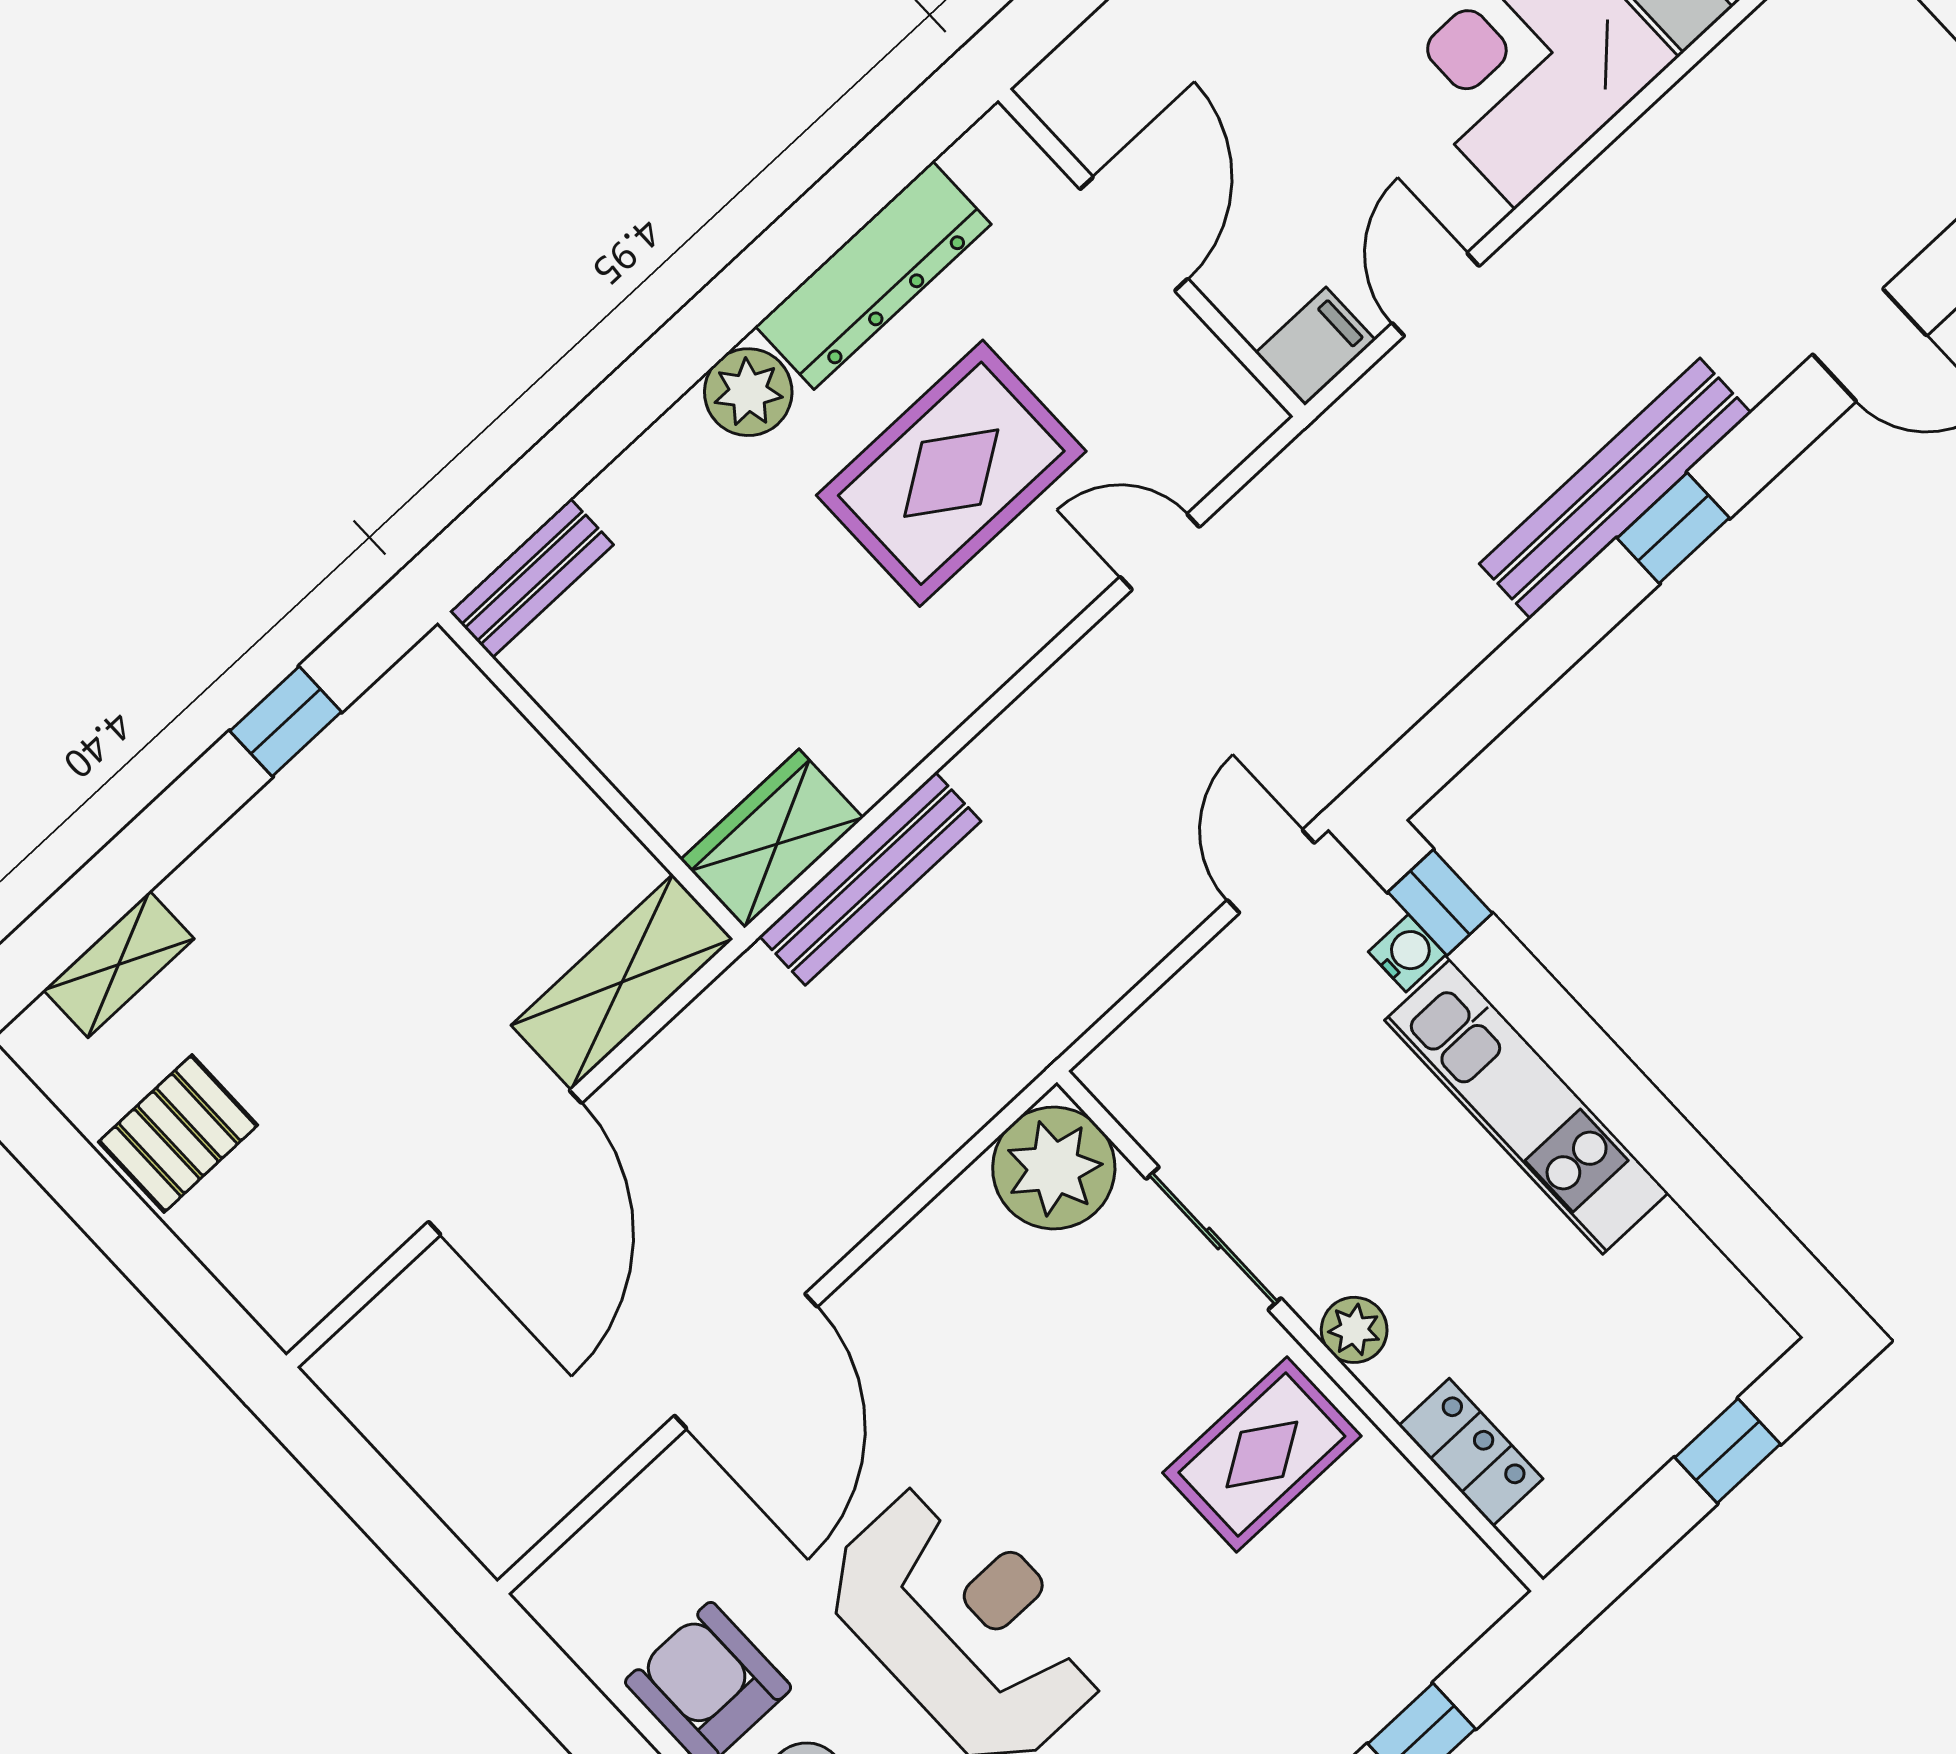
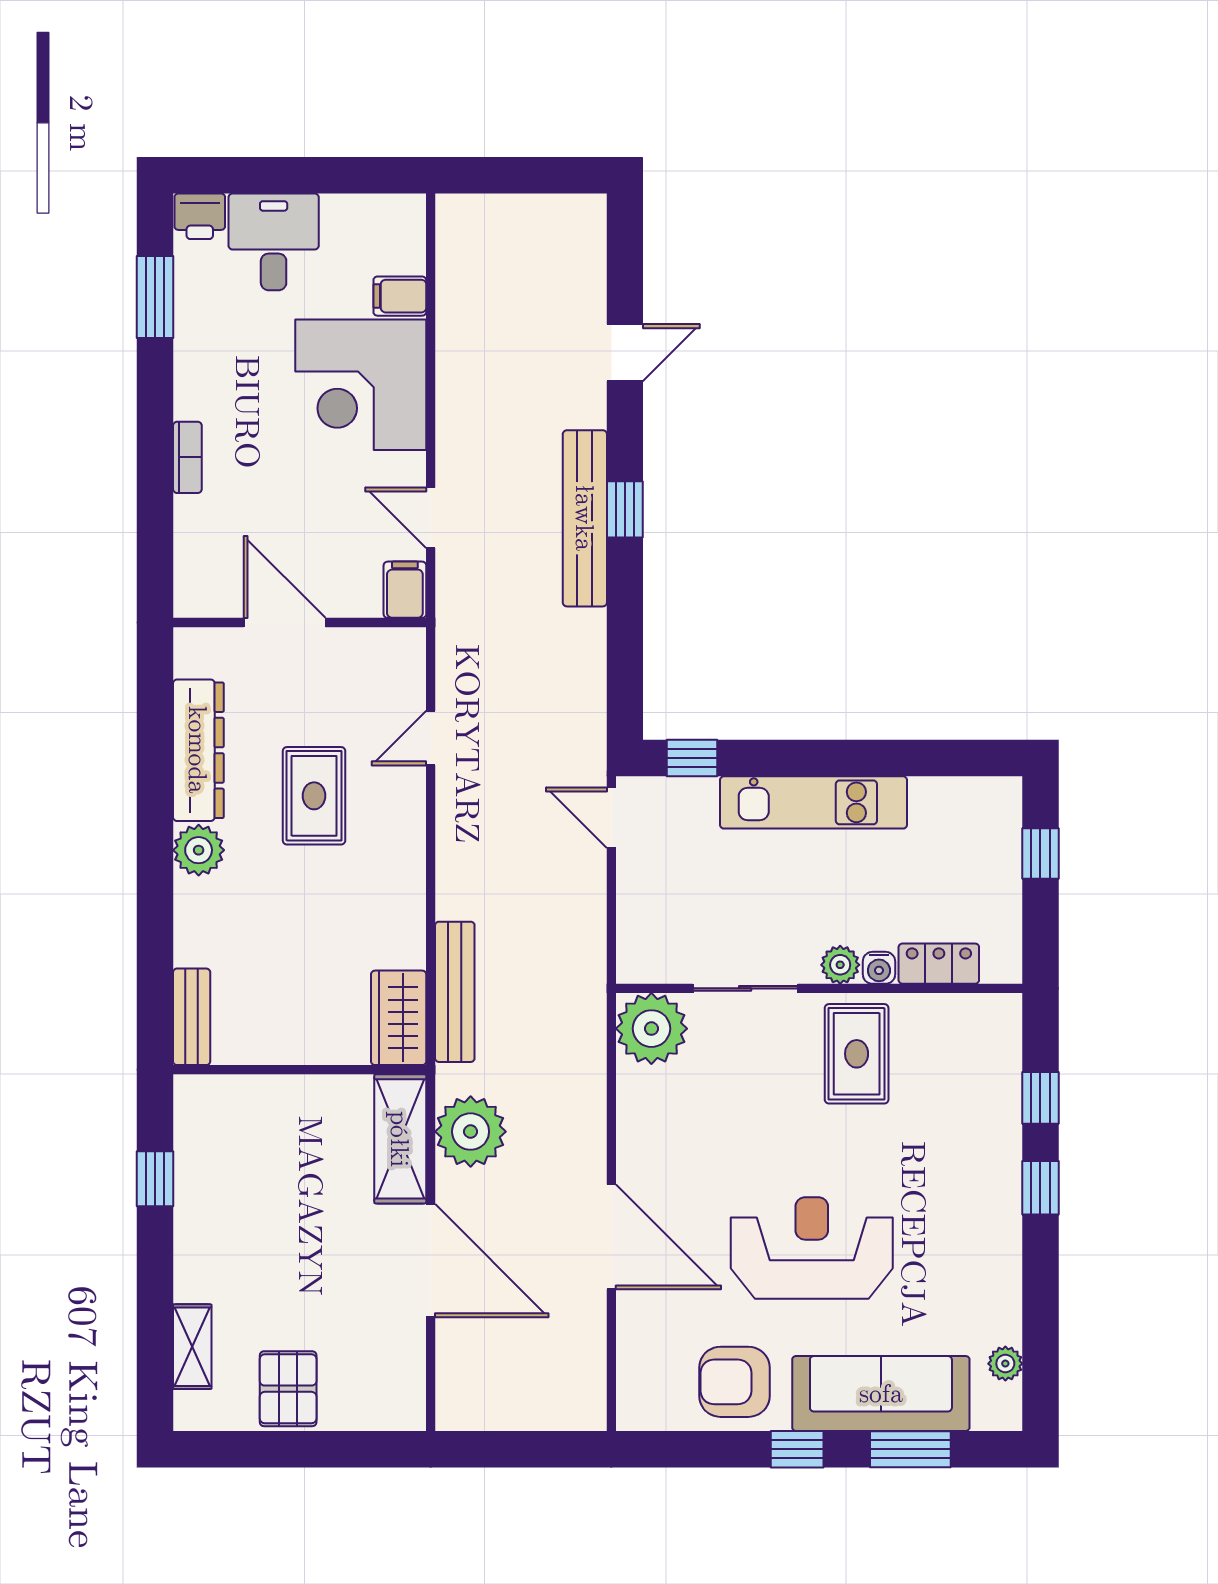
rug: (951, 473) -> (314, 796), width x0.73, depth x0.70
water cooler: (1407, 953) -> (879, 968), moved, turned 180
plant: (713, 1062) -> (471, 1132), added

